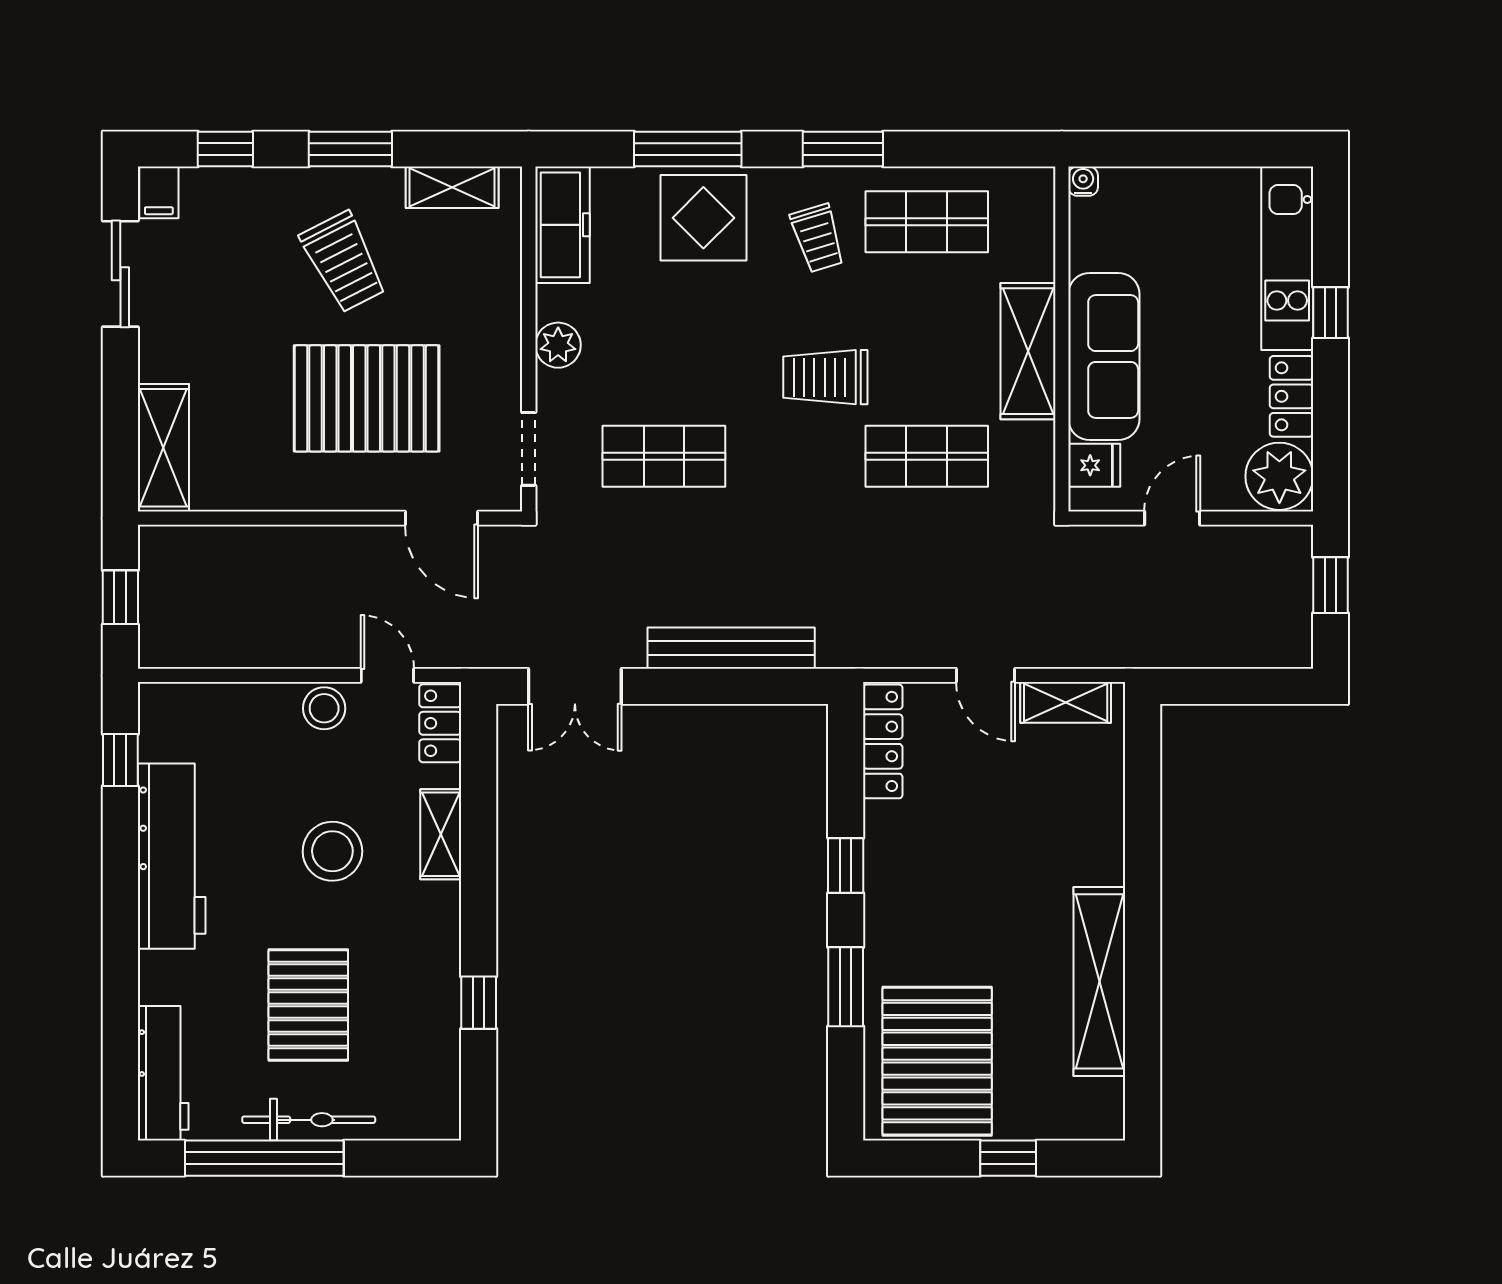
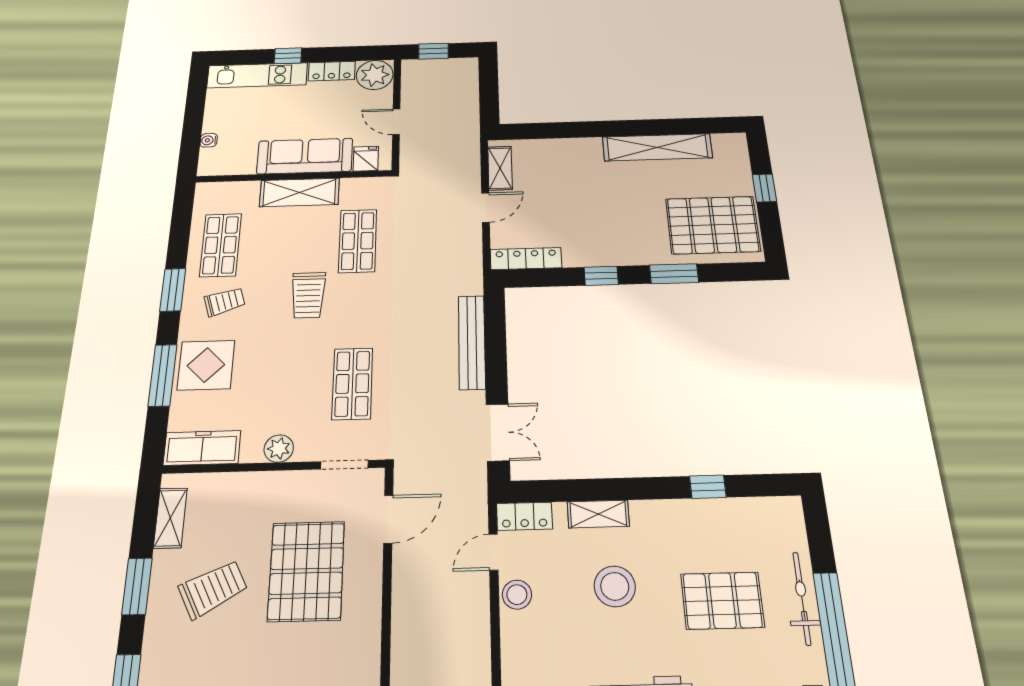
water cooler: (1083, 181) -> (209, 140), moved

